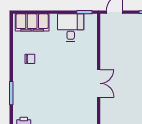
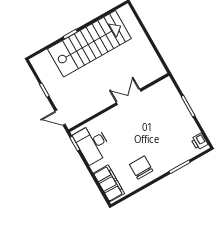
desk: (71, 28) -> (92, 144), width x1.37
chair: (30, 59) -> (141, 168), width x1.87, depth x1.87

